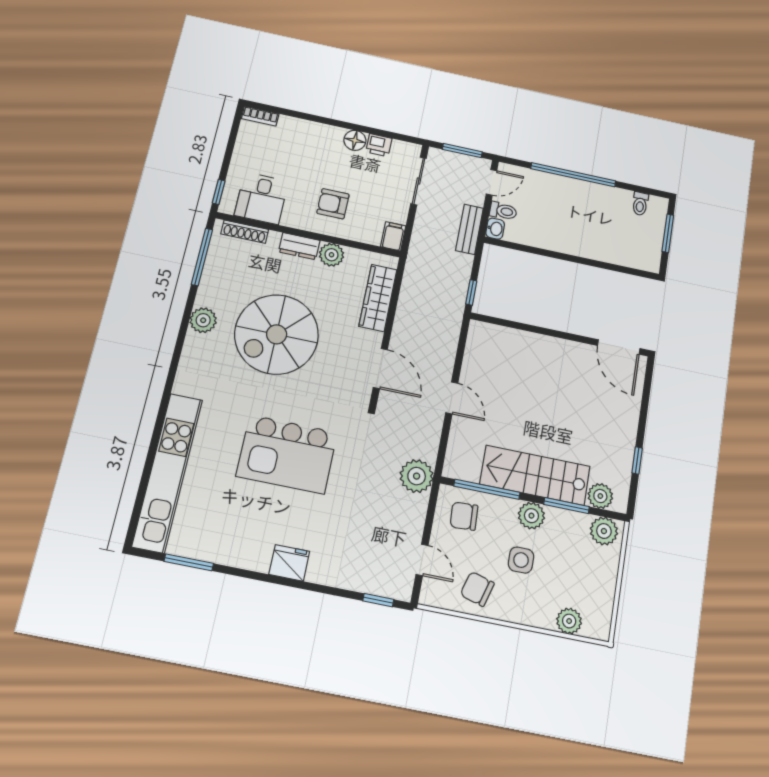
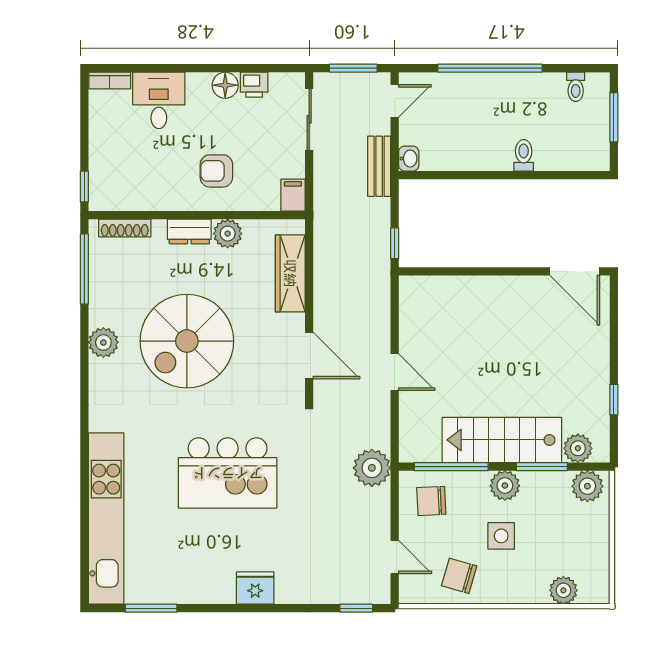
desk: (261, 198) -> (159, 100), moved, turned 180
toilet: (503, 211) -> (524, 155), moved, turned -90

